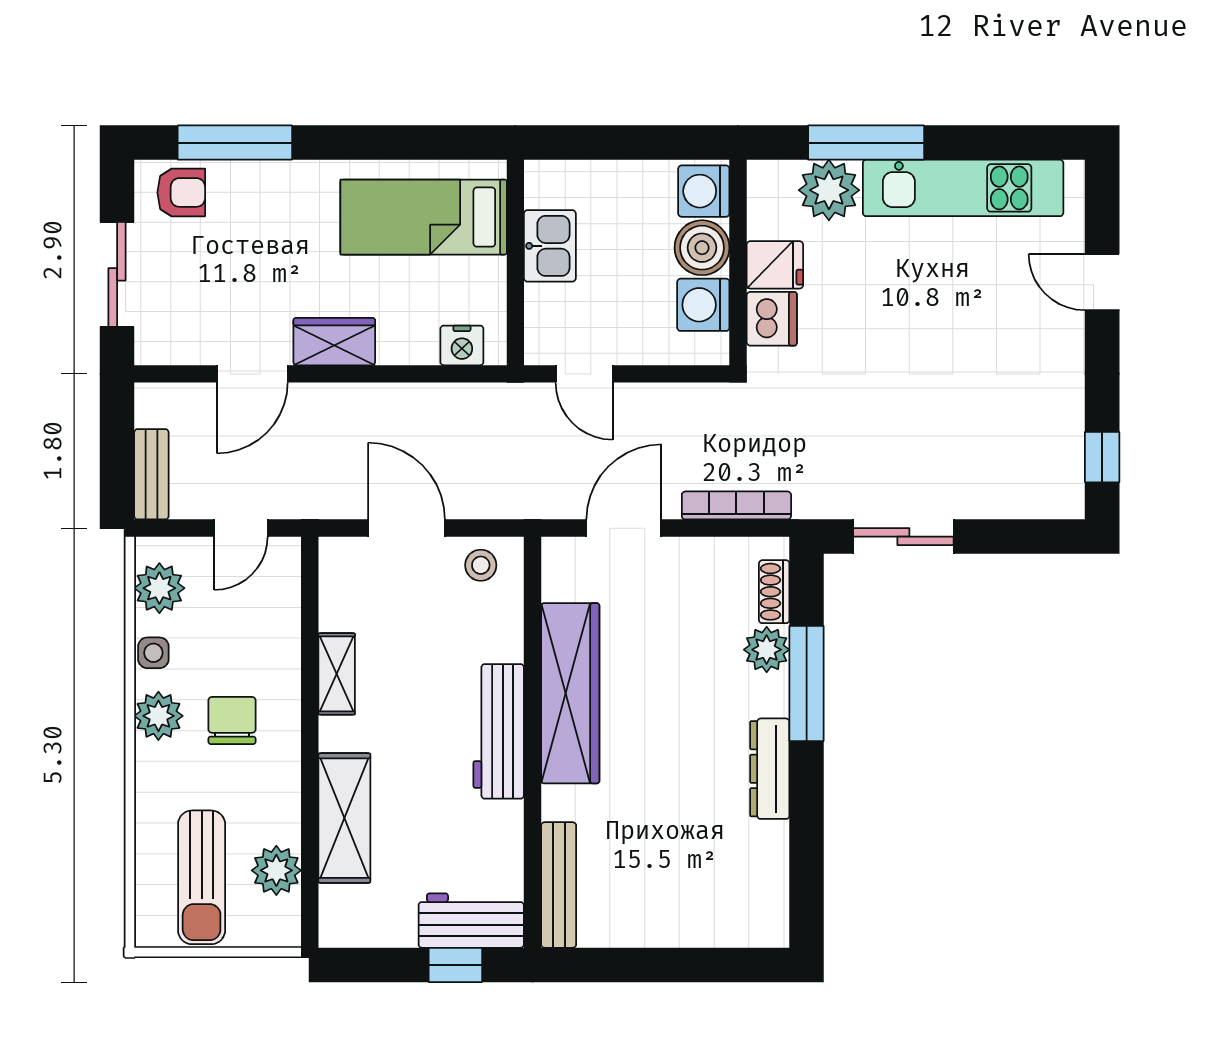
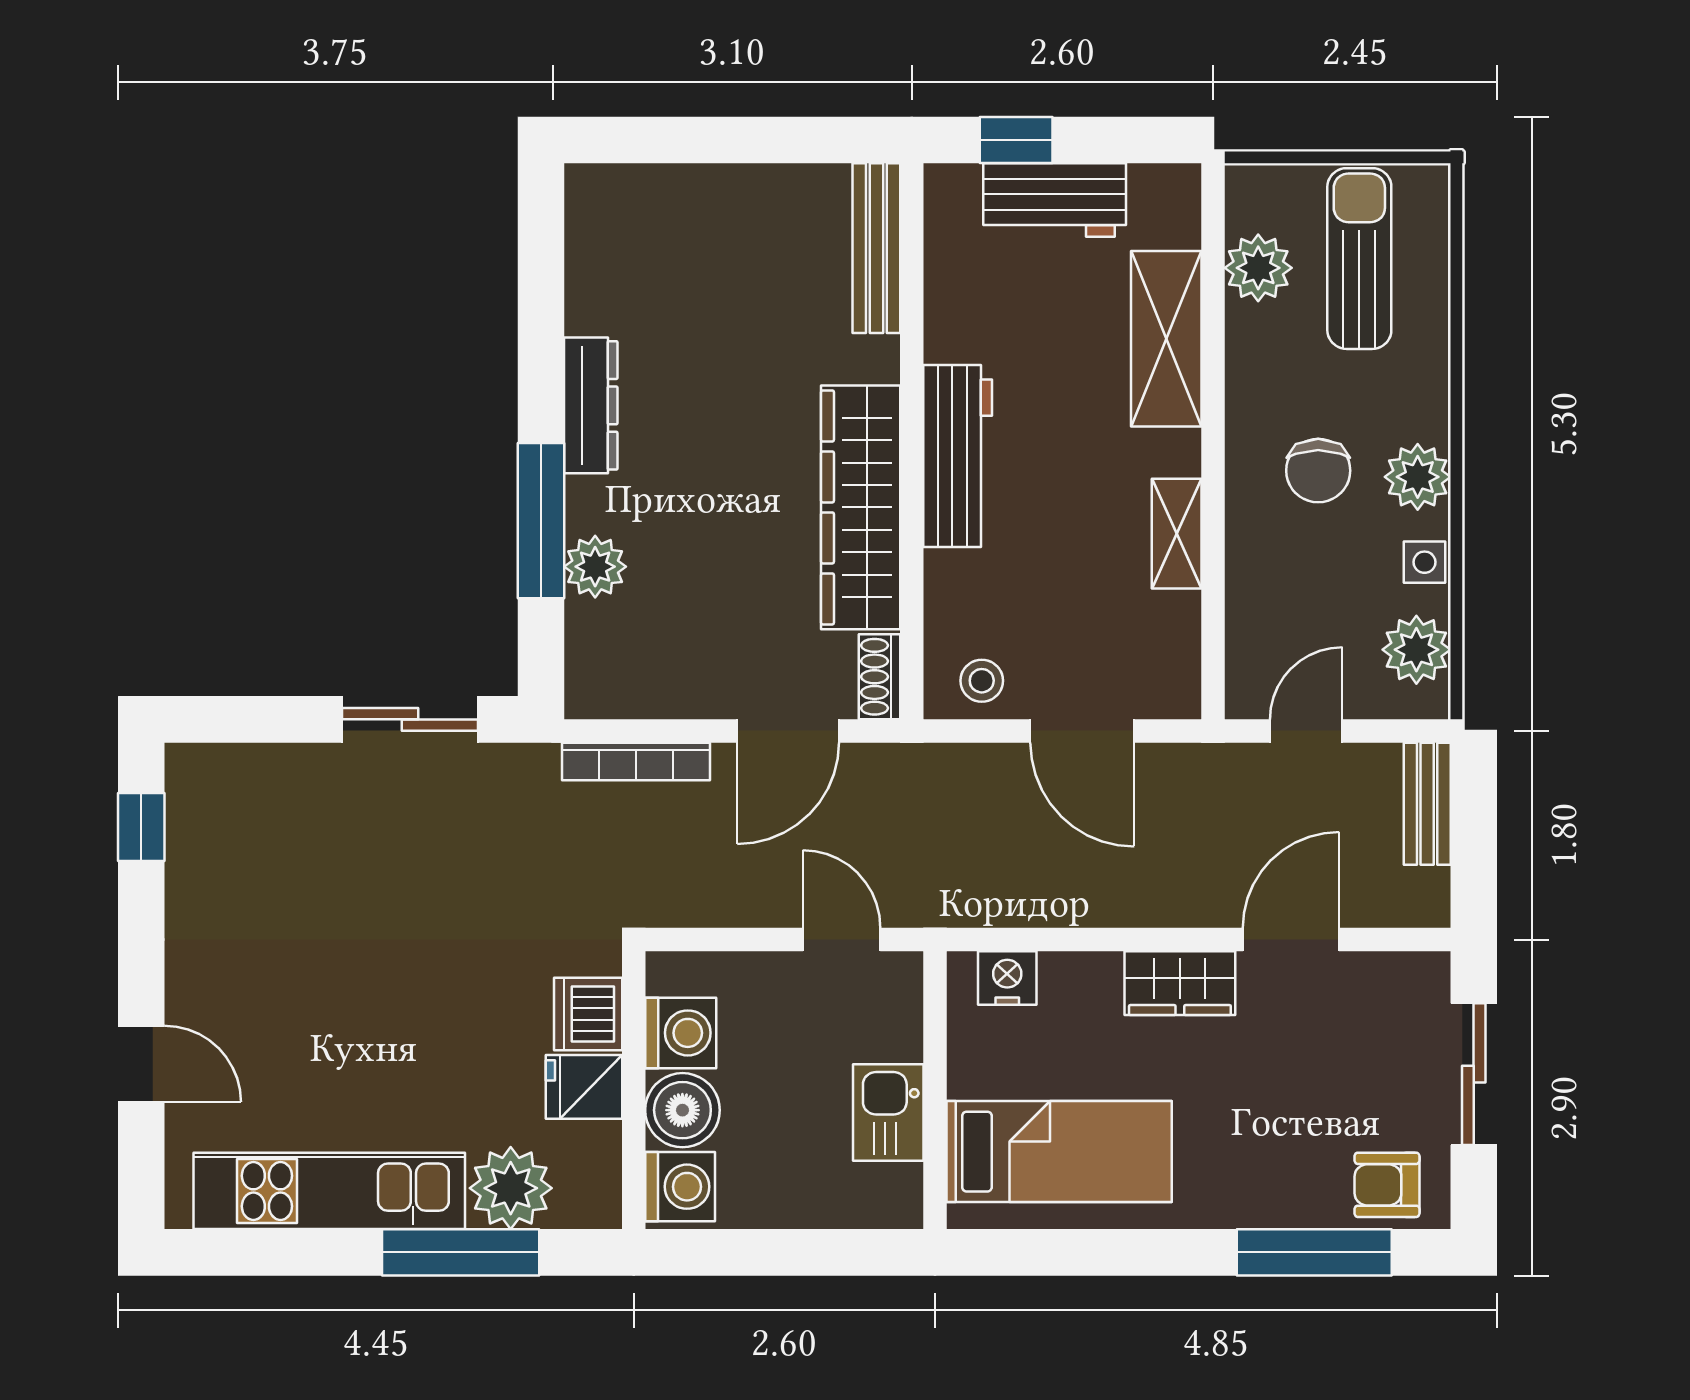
shoe rack: (774, 592) -> (879, 677), moved, turned 180
workbench: (471, 921) -> (1055, 200), moved

